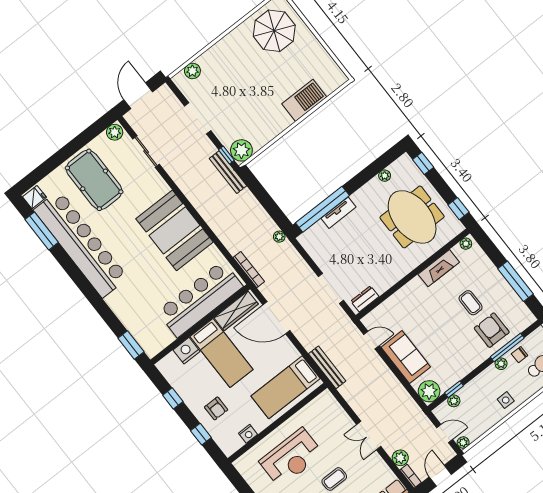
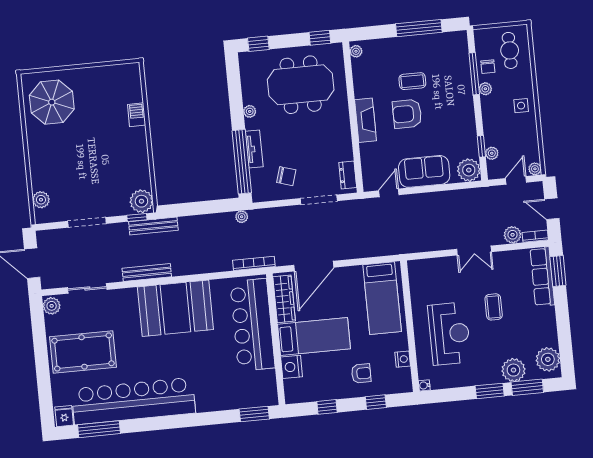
barbecue: (304, 100) -> (137, 115), width x0.53, depth x0.65
plant: (385, 176) -> (250, 111), moved
chair: (333, 251) -> (286, 176), added
fireplace: (439, 268) -> (365, 120), moved
armchair: (492, 330) -> (407, 114), moved
bench: (327, 367) -> (147, 272), moved
water cooler: (238, 464) -> (424, 385), added

